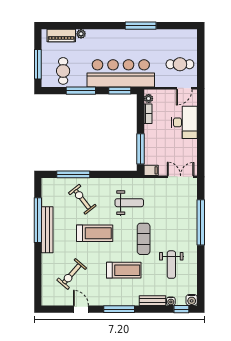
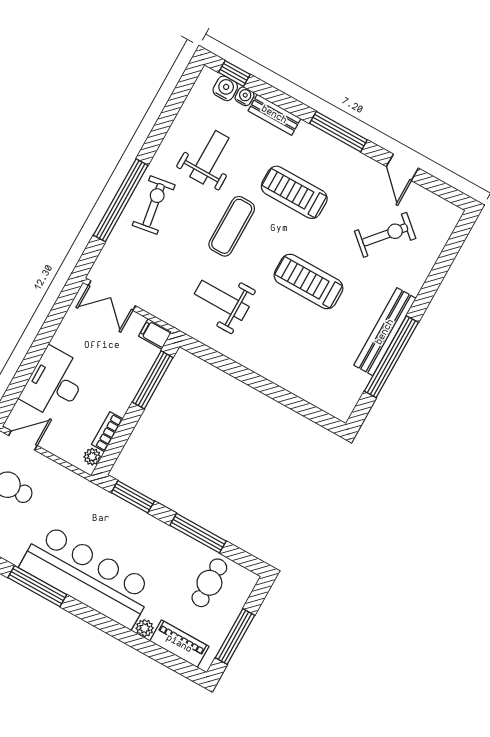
window: (38, 64) -> (235, 637), moved
bar counter: (121, 73) -> (87, 576), moved, turned 180
window: (73, 174) -> (289, 400), removed
exercise bike: (82, 199) -> (154, 205), moved, turned -151
water cooler: (192, 300) -> (225, 88), moved

